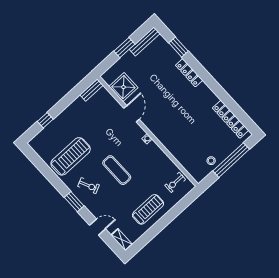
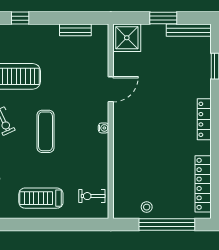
locker: (189, 73) -> (204, 119), moved
shower: (123, 87) -> (127, 38), moved
bench: (91, 90) -> (75, 30), moved
treadmill: (148, 209) -> (41, 198), turned 180

